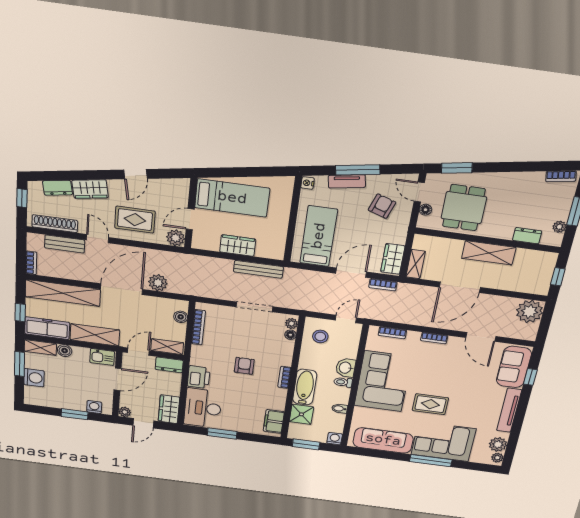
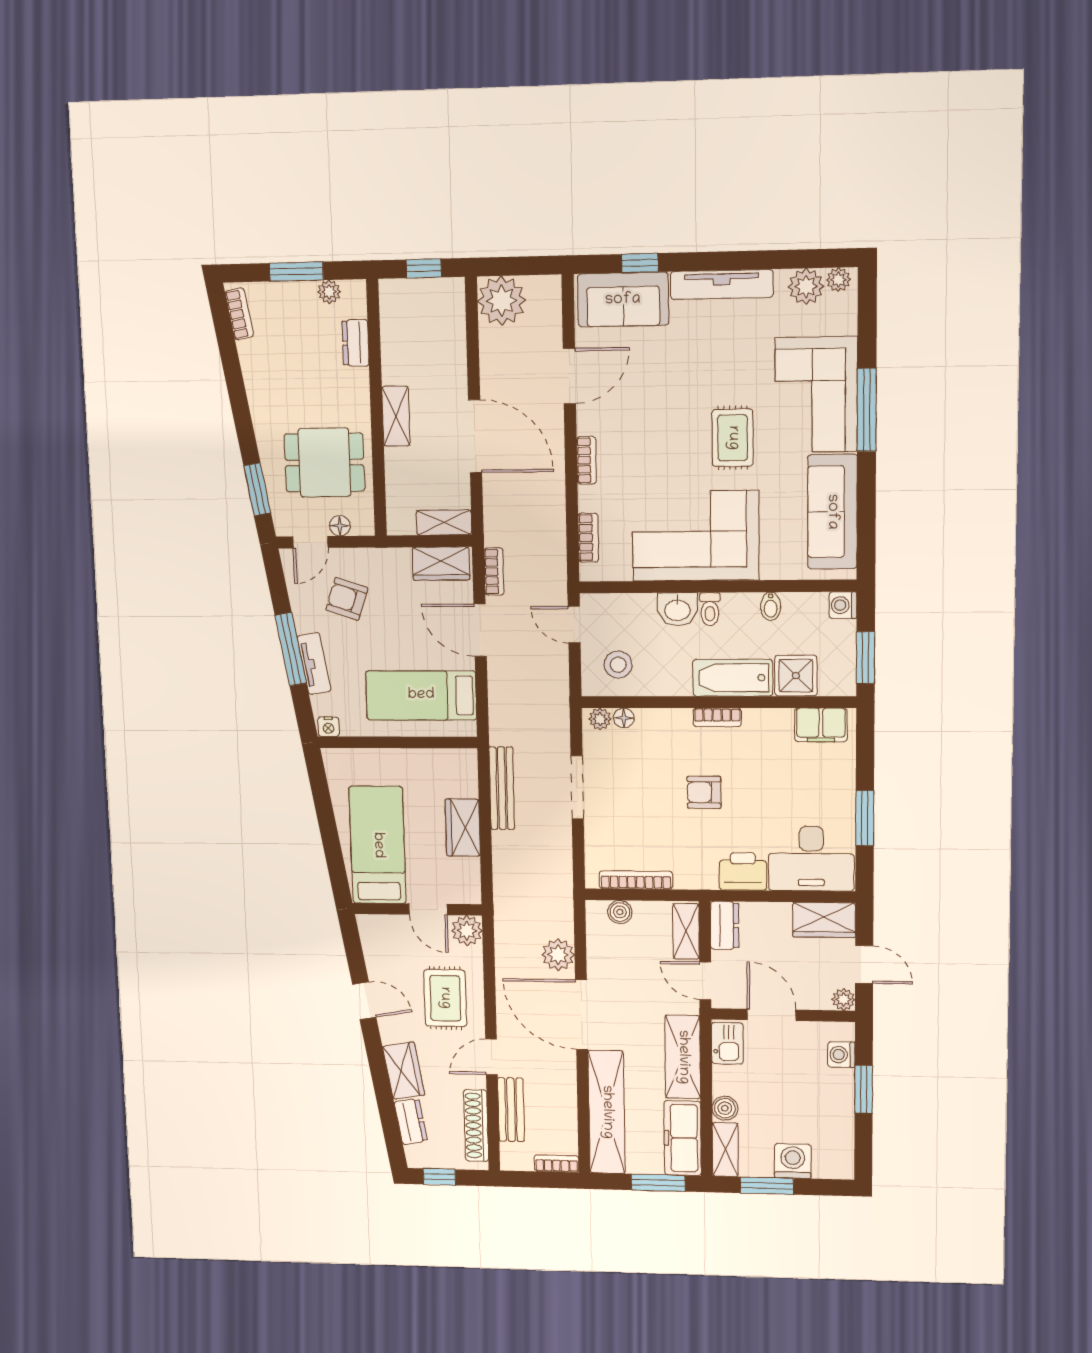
shelving: (489, 253) -> (396, 416), width x0.67, depth x0.75
window: (20, 313) -> (658, 1183), width x1.50

